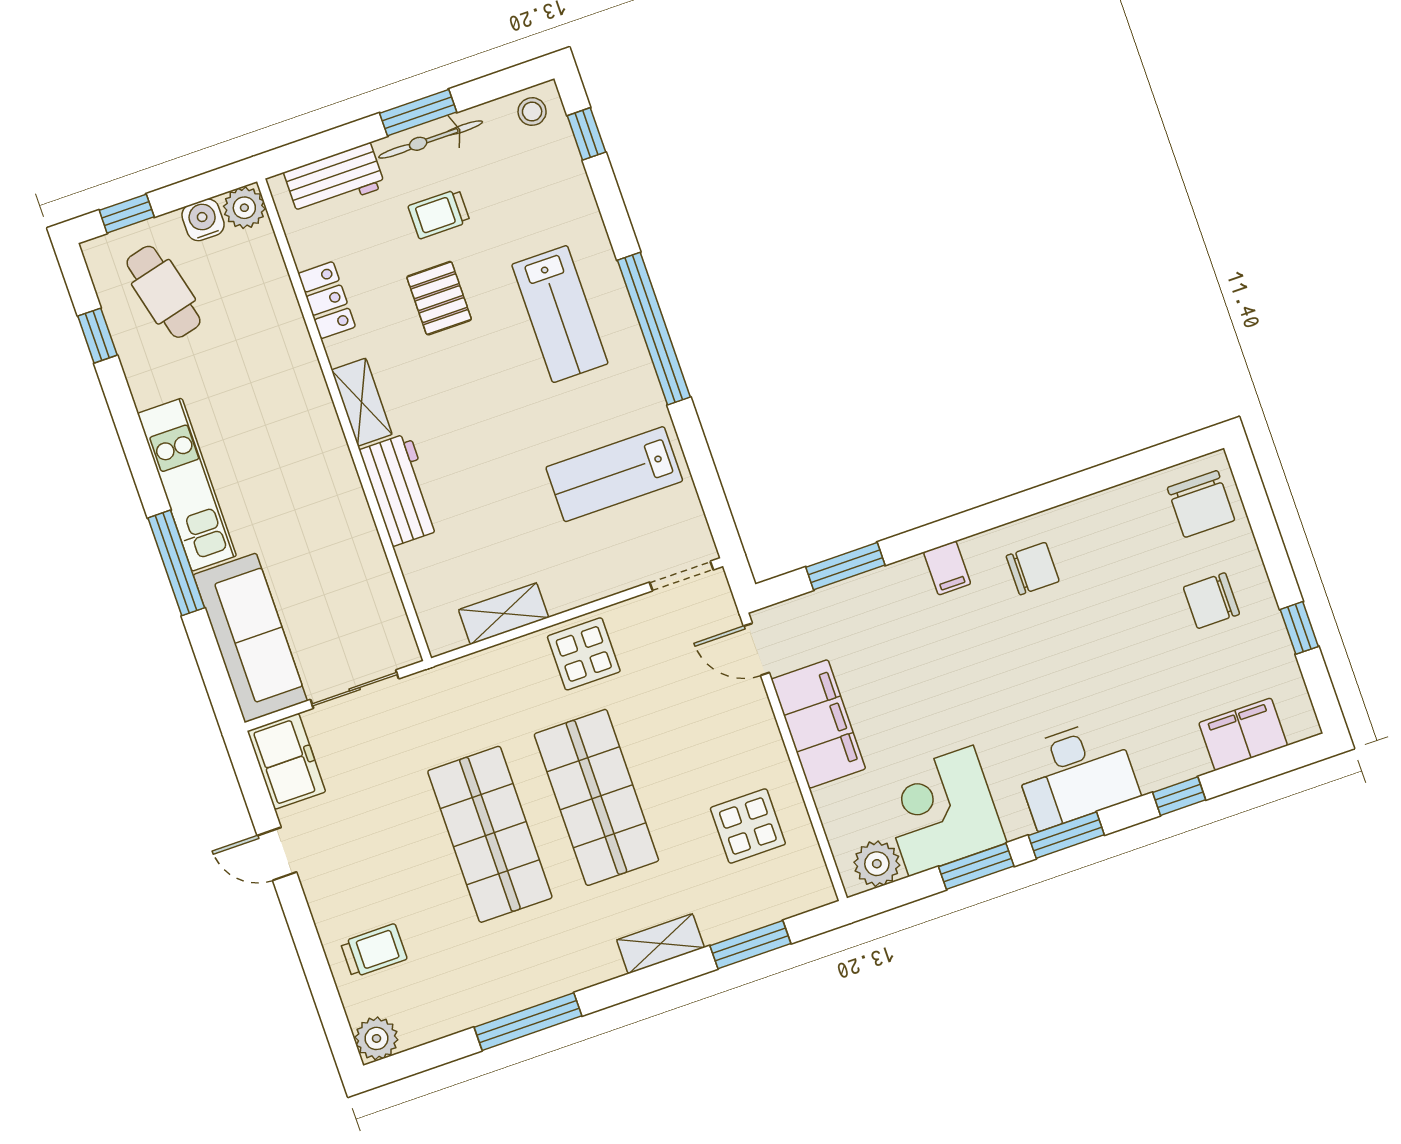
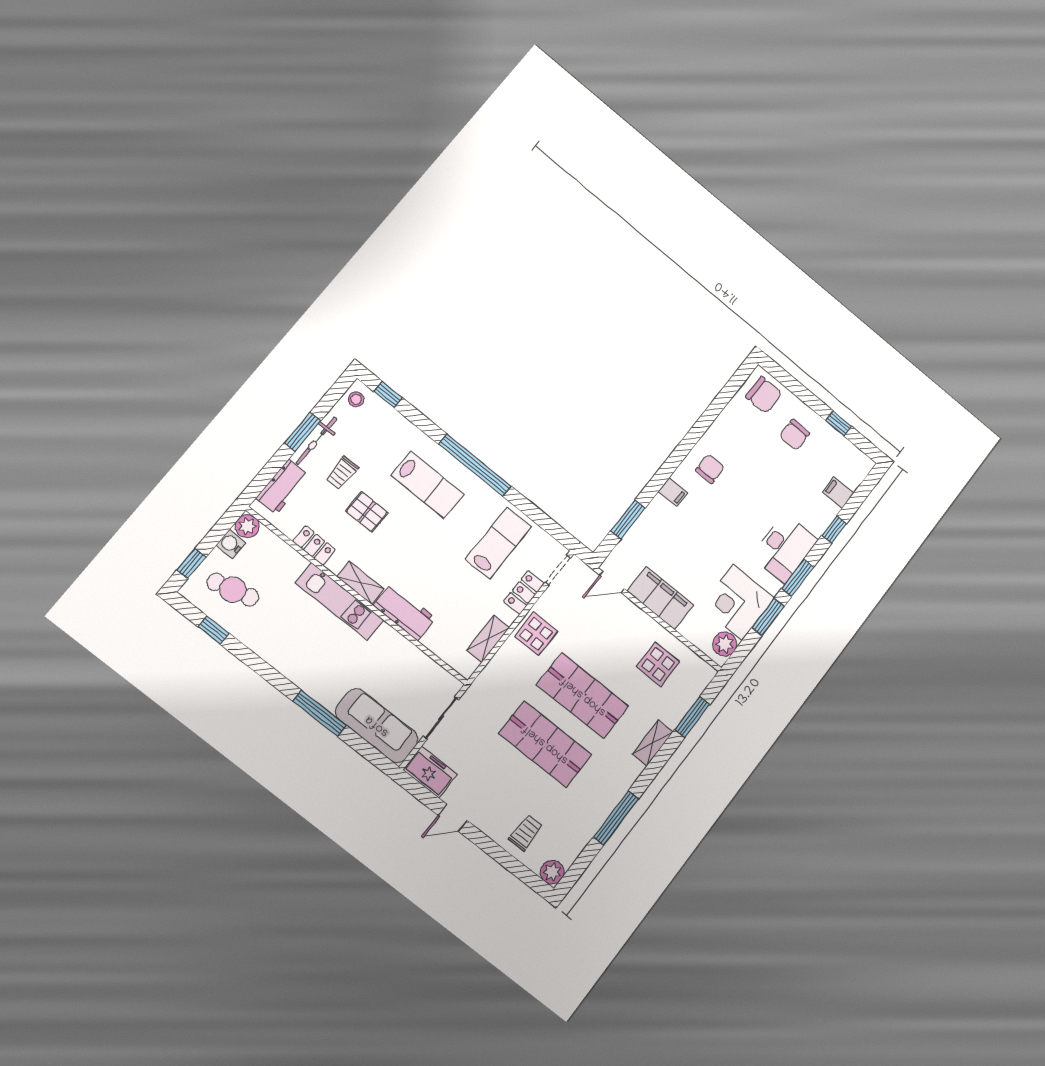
lab bench: (614, 474) -> (498, 543), turned 180
kitchen unit: (187, 485) -> (339, 601), moved, turned 180
locker: (605, 577) -> (524, 592), added
filing cabinet: (1243, 734) -> (838, 493), width x0.50

